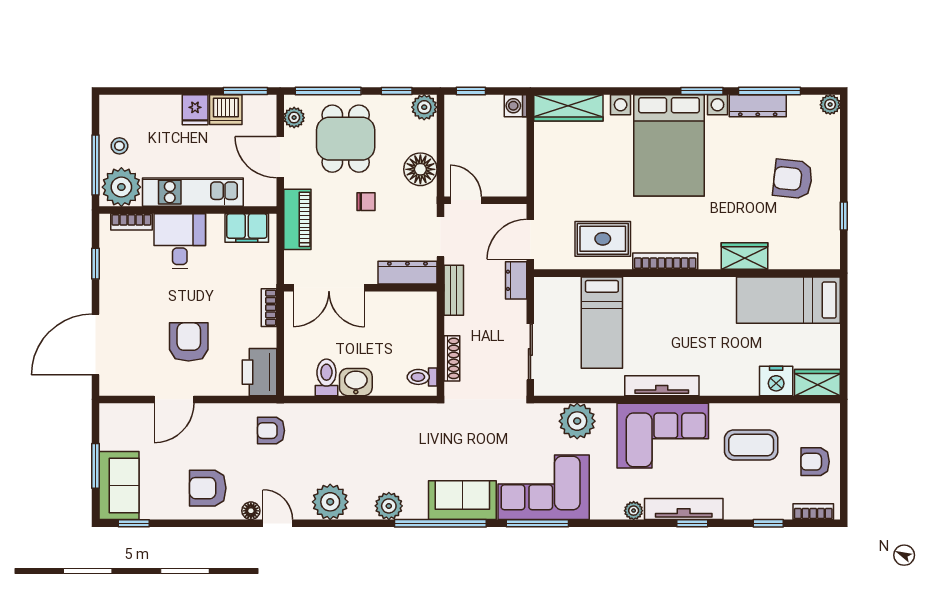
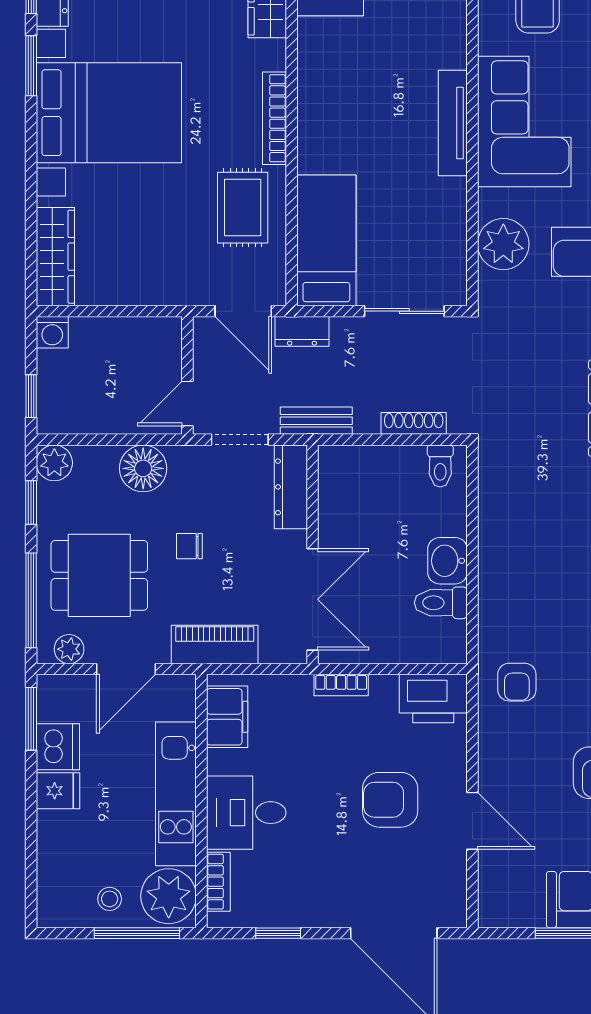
chair: (366, 202) -> (189, 546), turned -90
bed: (602, 323) -> (326, 240), moved, turned -90

